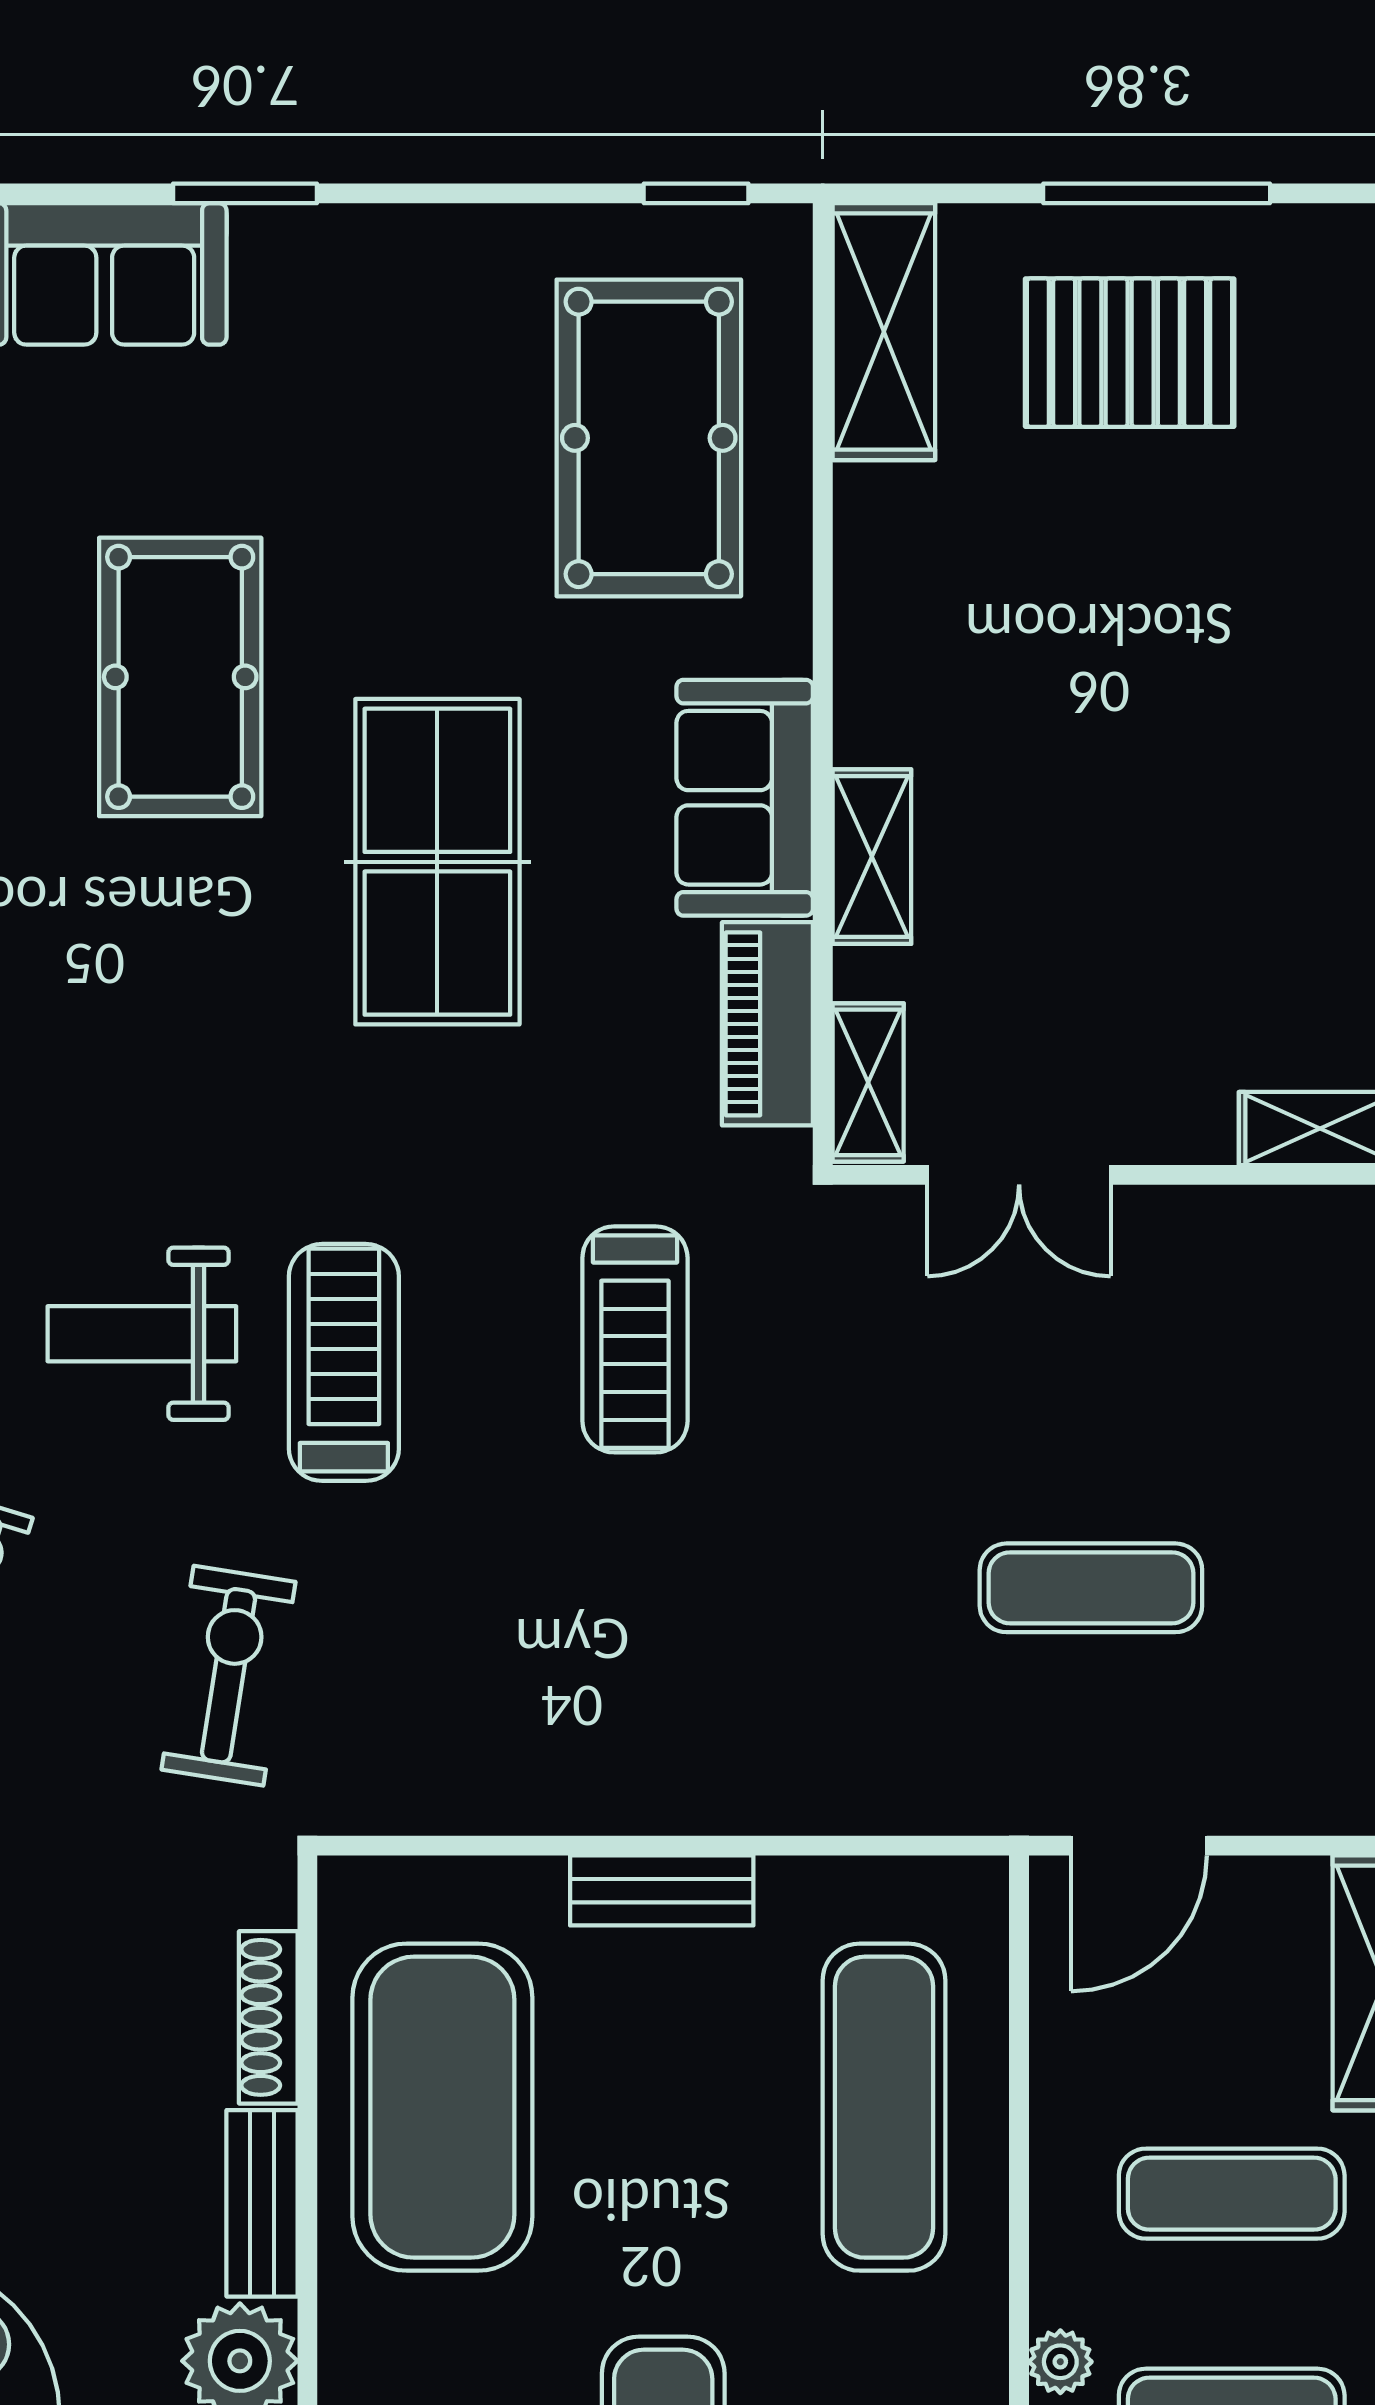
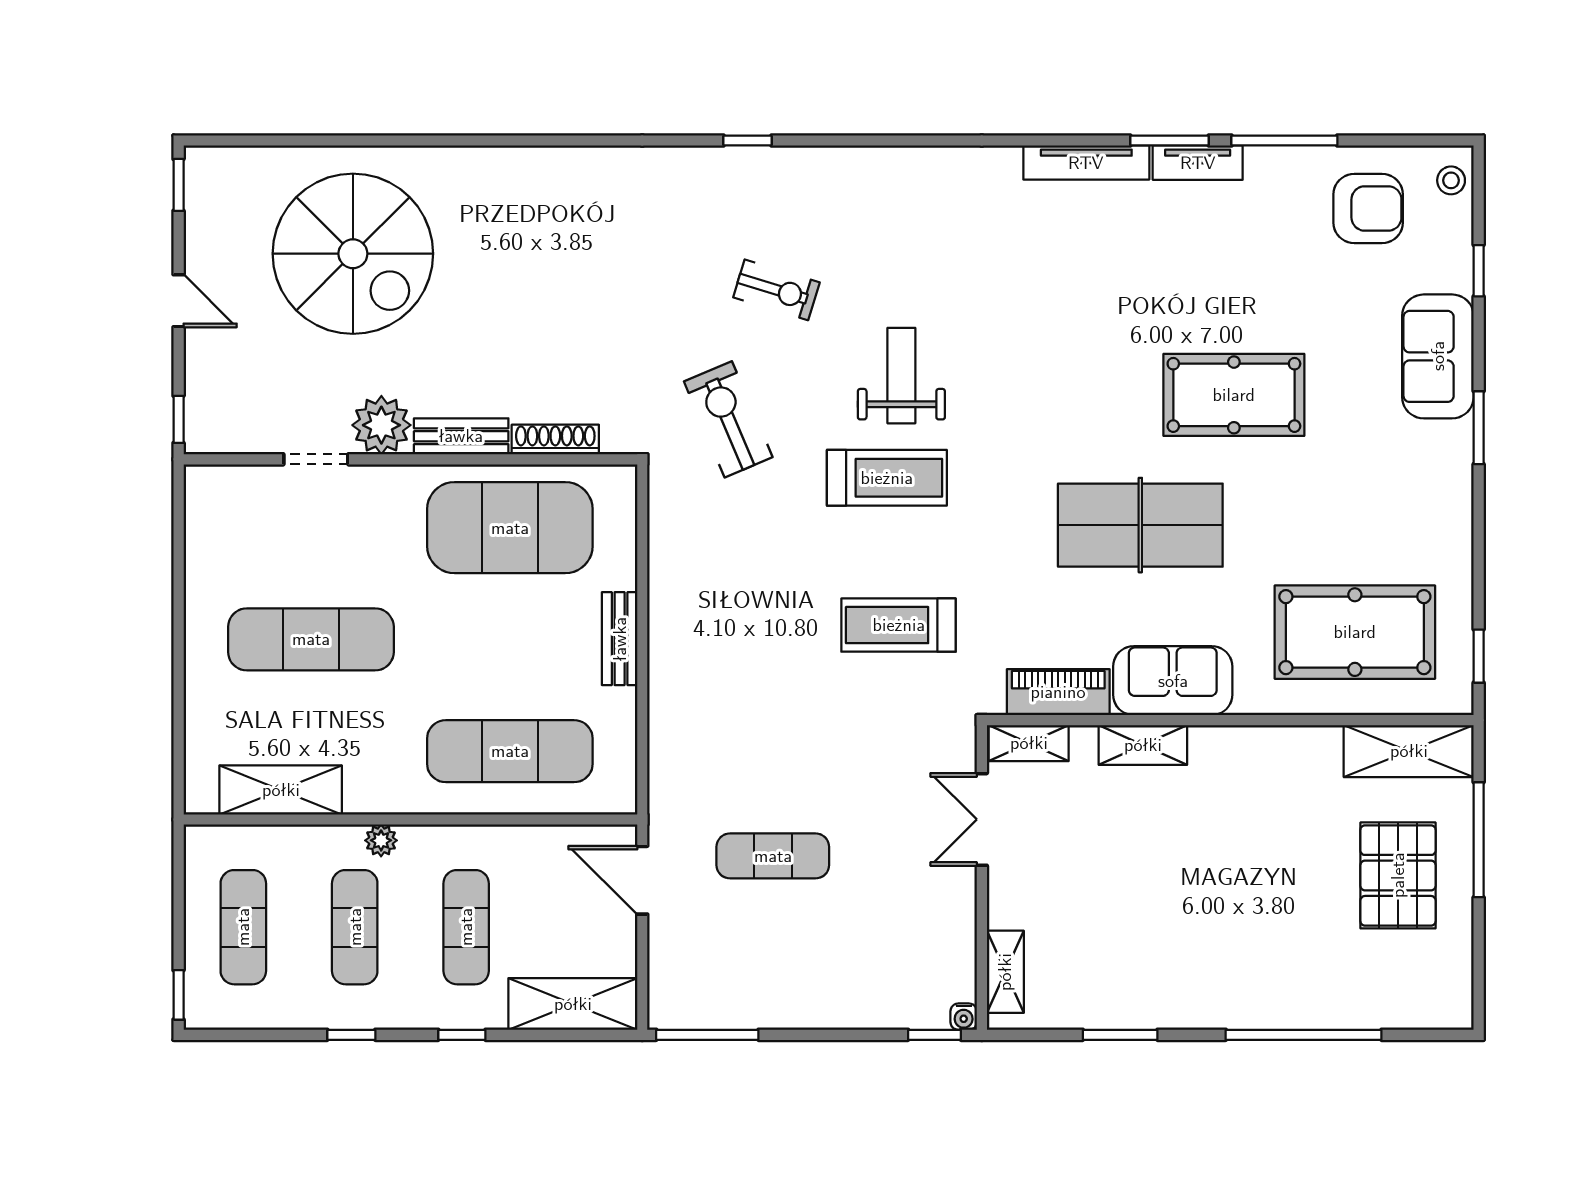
window: (1157, 193) -> (1479, 840), moved
exercise mat: (1091, 1588) -> (773, 856), turned 90
exercise bike: (229, 1676) -> (728, 419), turned -122

